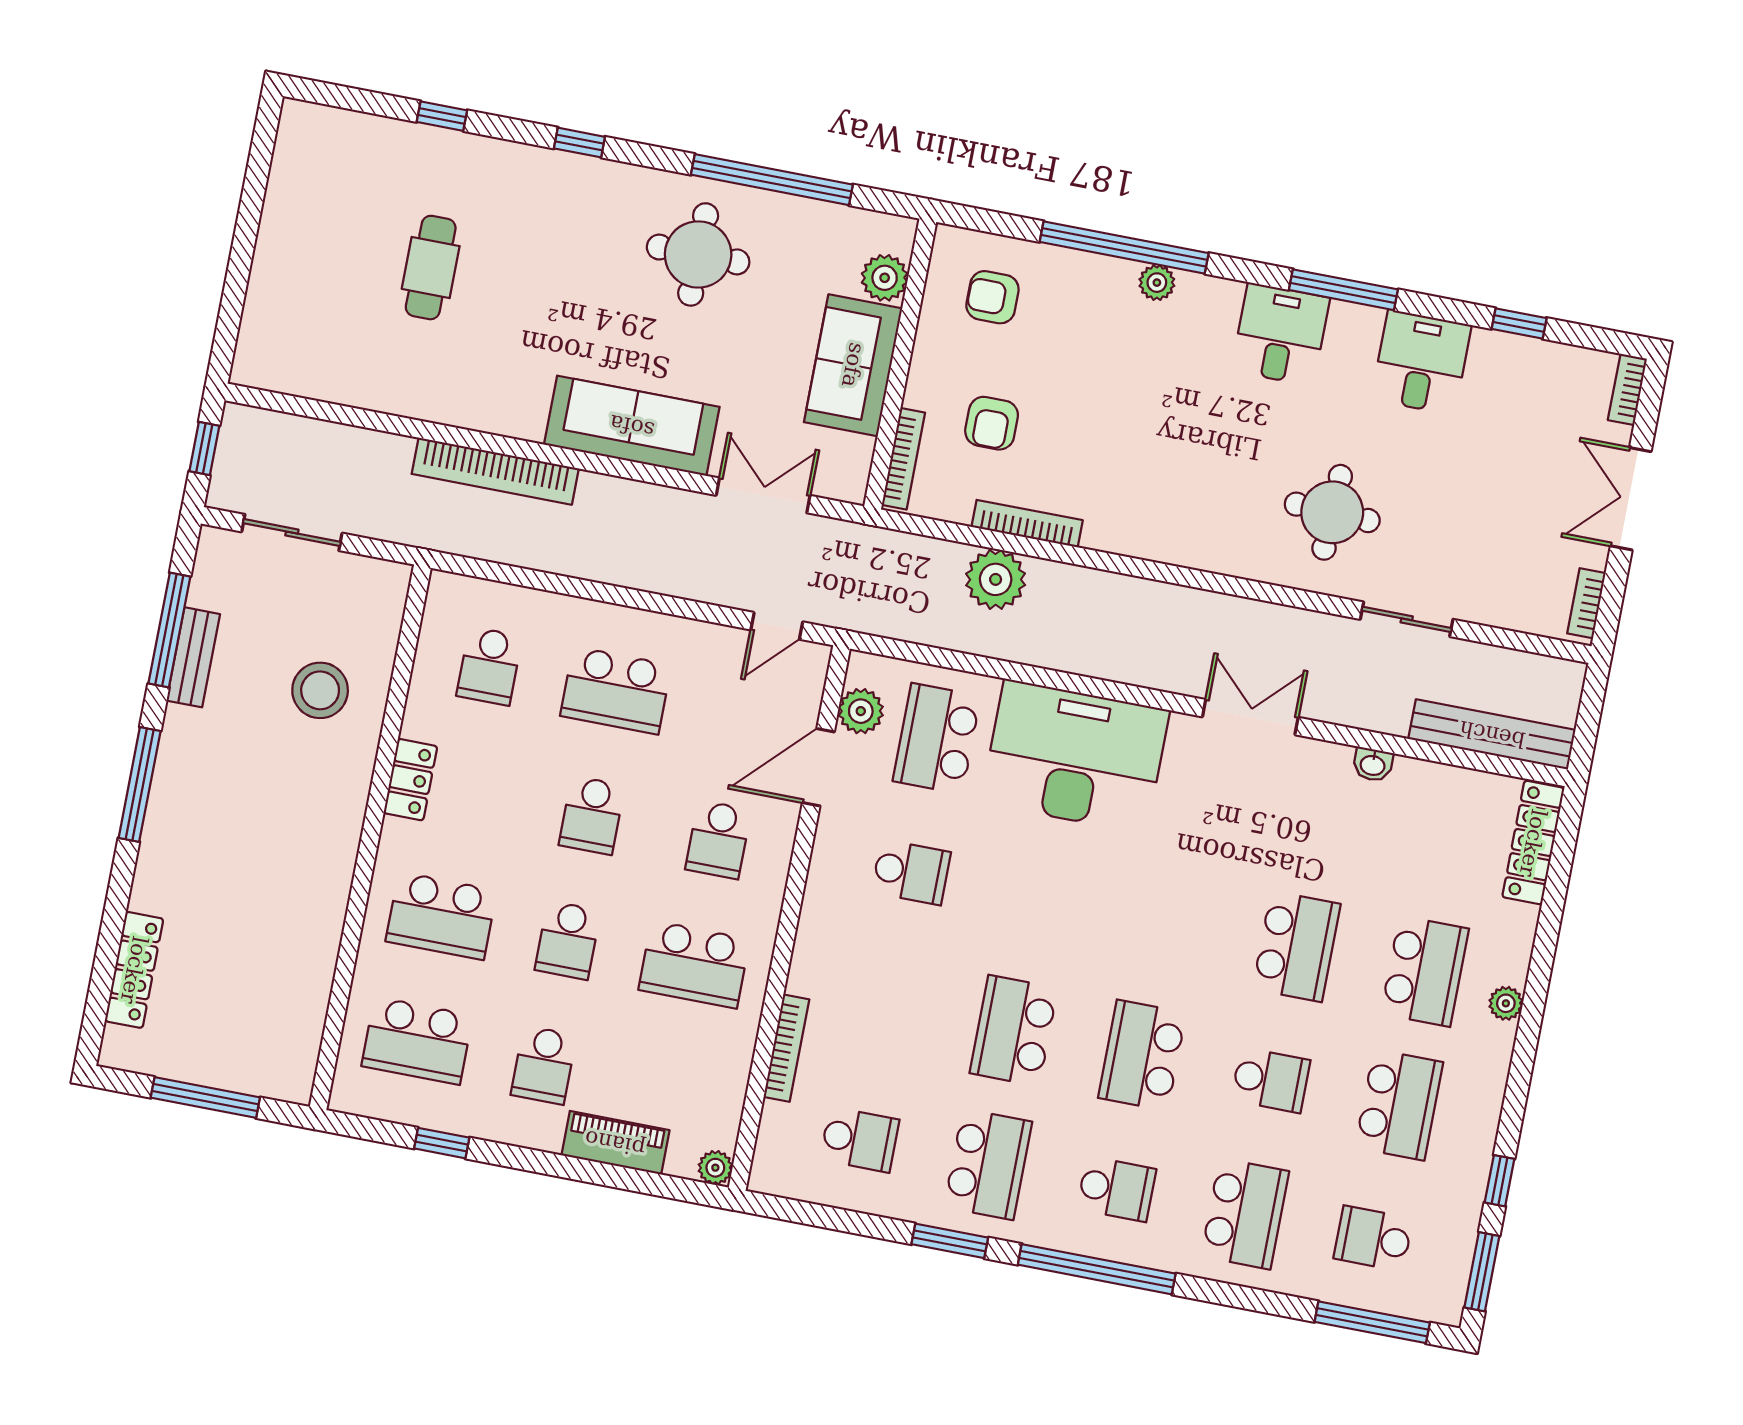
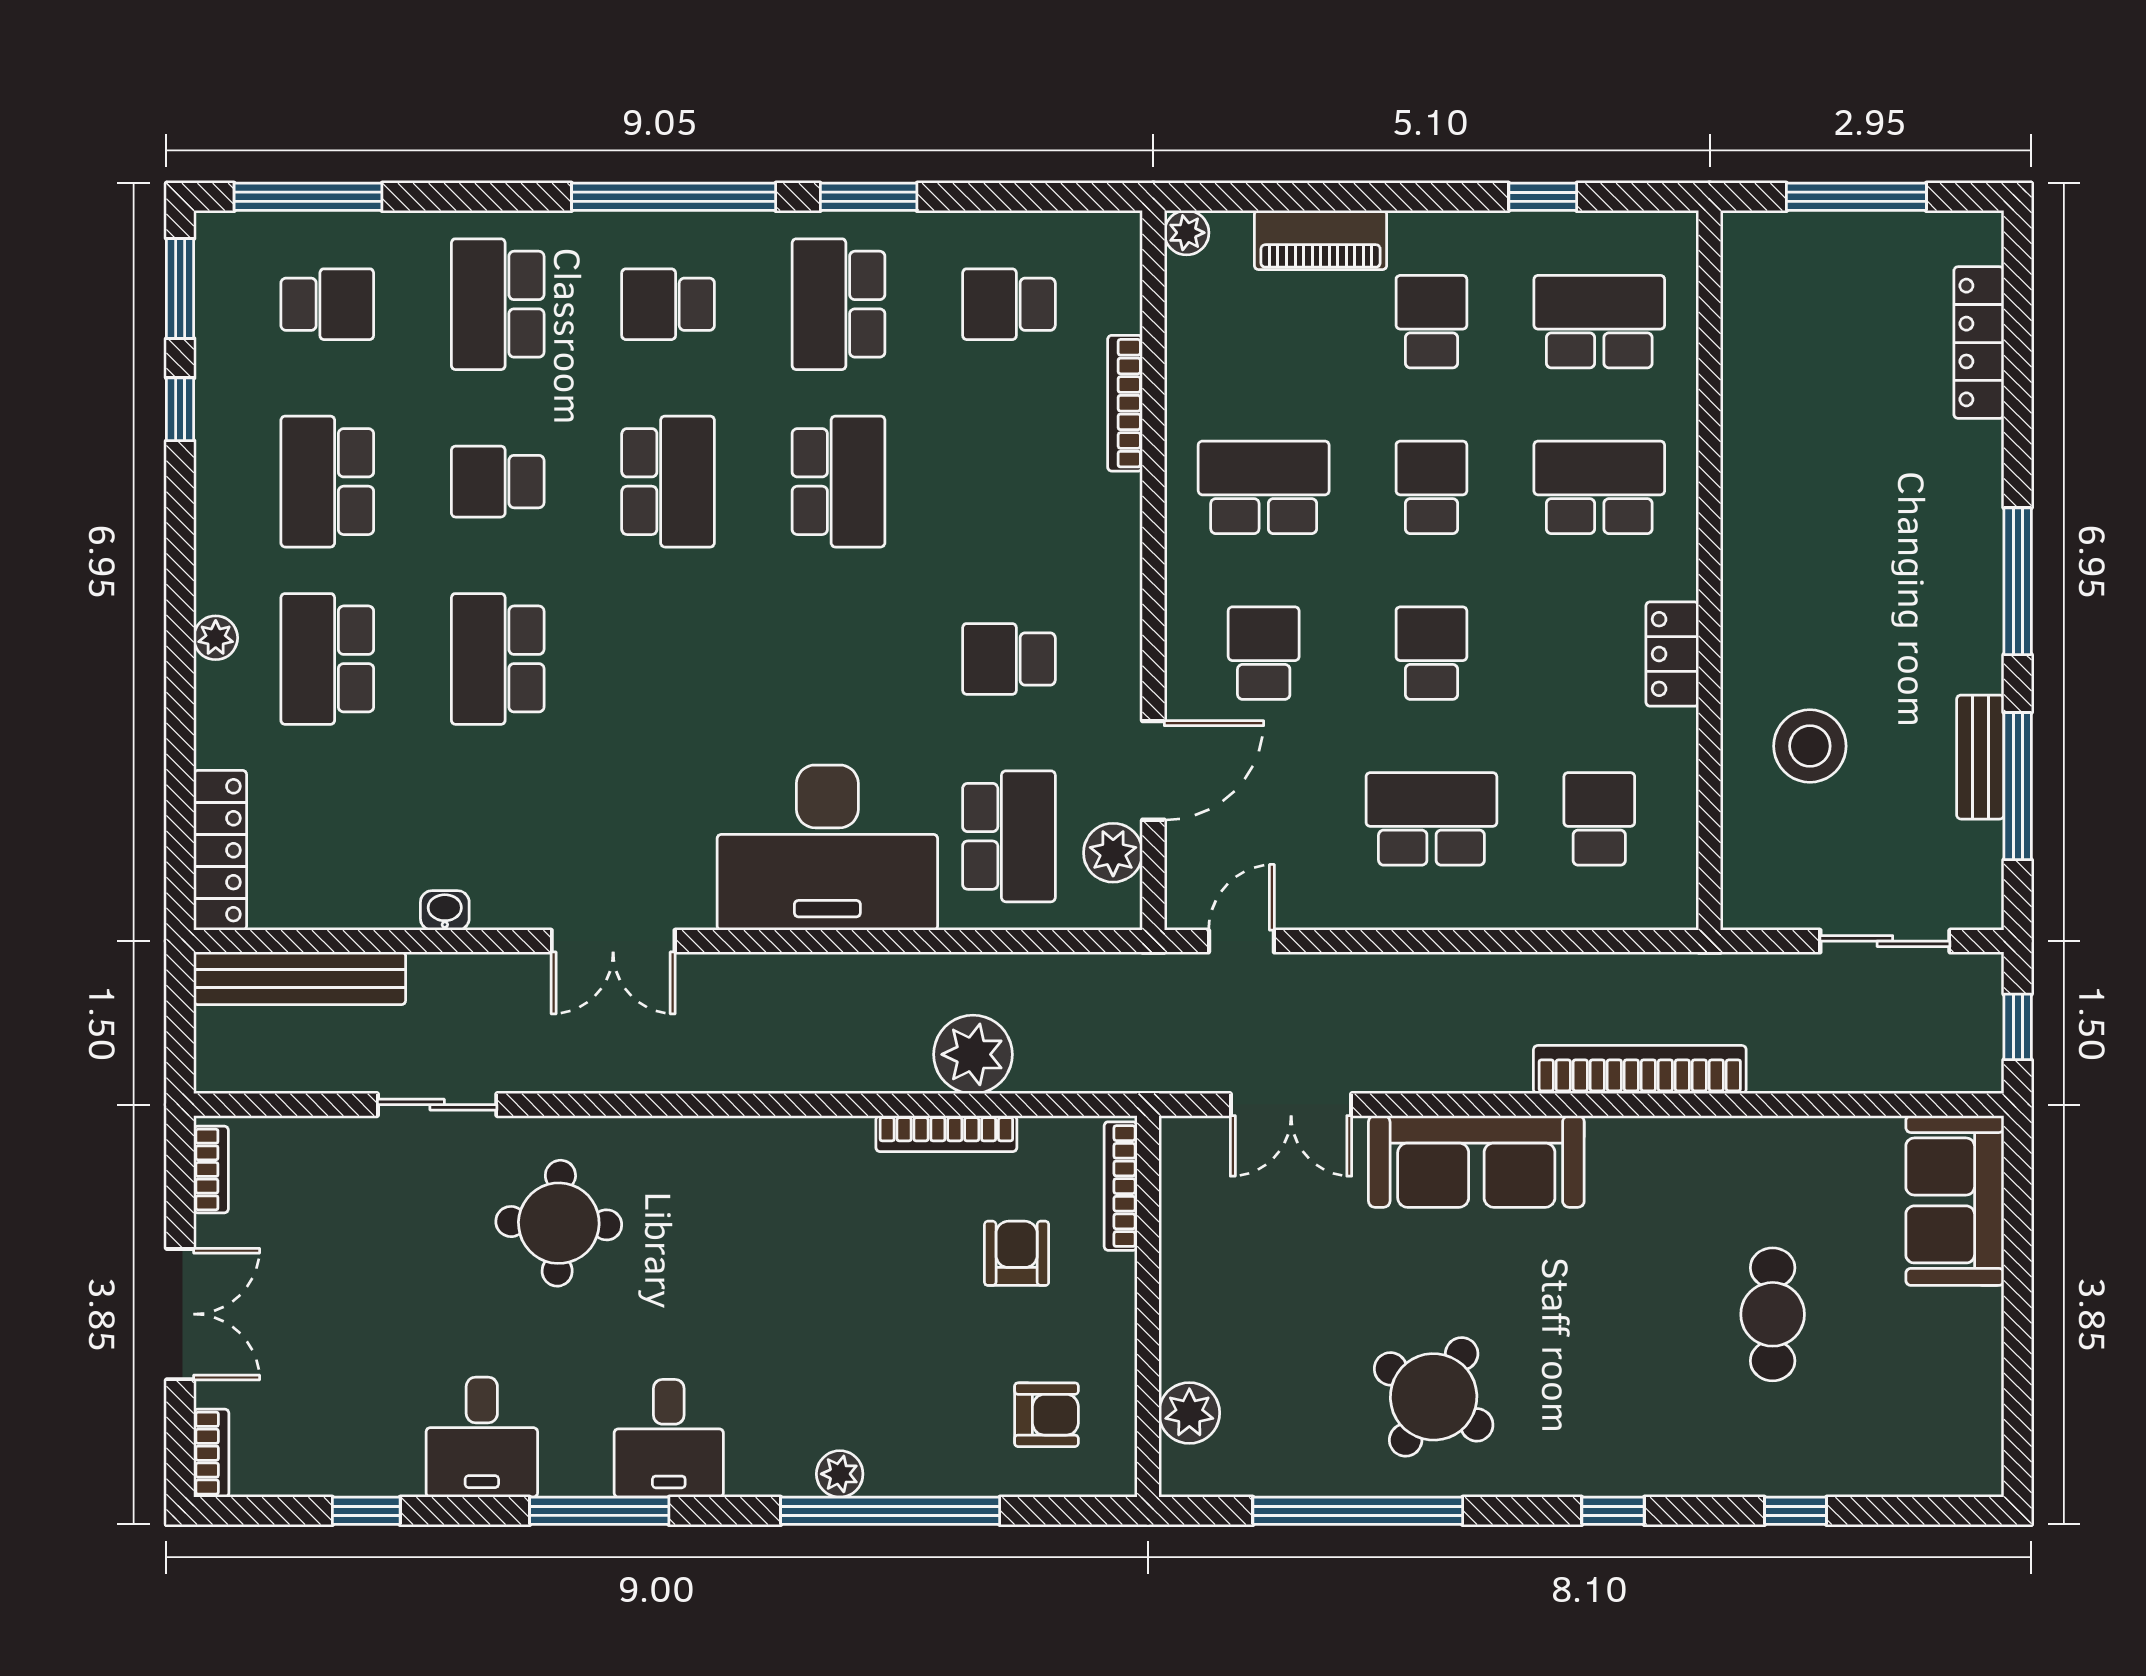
round table: (698, 254) -> (1434, 1397), turned 33
sofa: (853, 365) -> (1955, 1200), moved, turned 180

